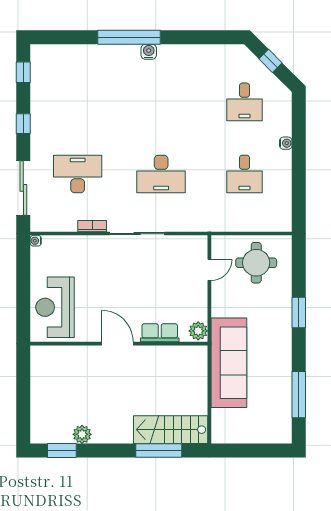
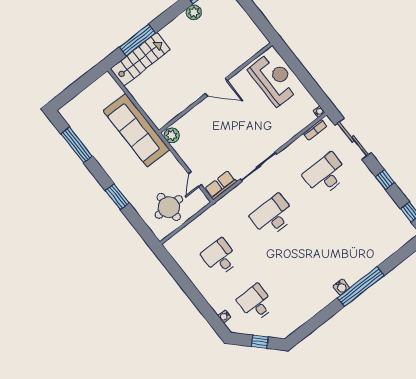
water cooler: (286, 143) -> (224, 316), moved
desk: (78, 174) -> (326, 175), turned 180
bookcase: (92, 226) -> (315, 130), moved
row of seats: (160, 333) -> (221, 185), moved, turned 180

